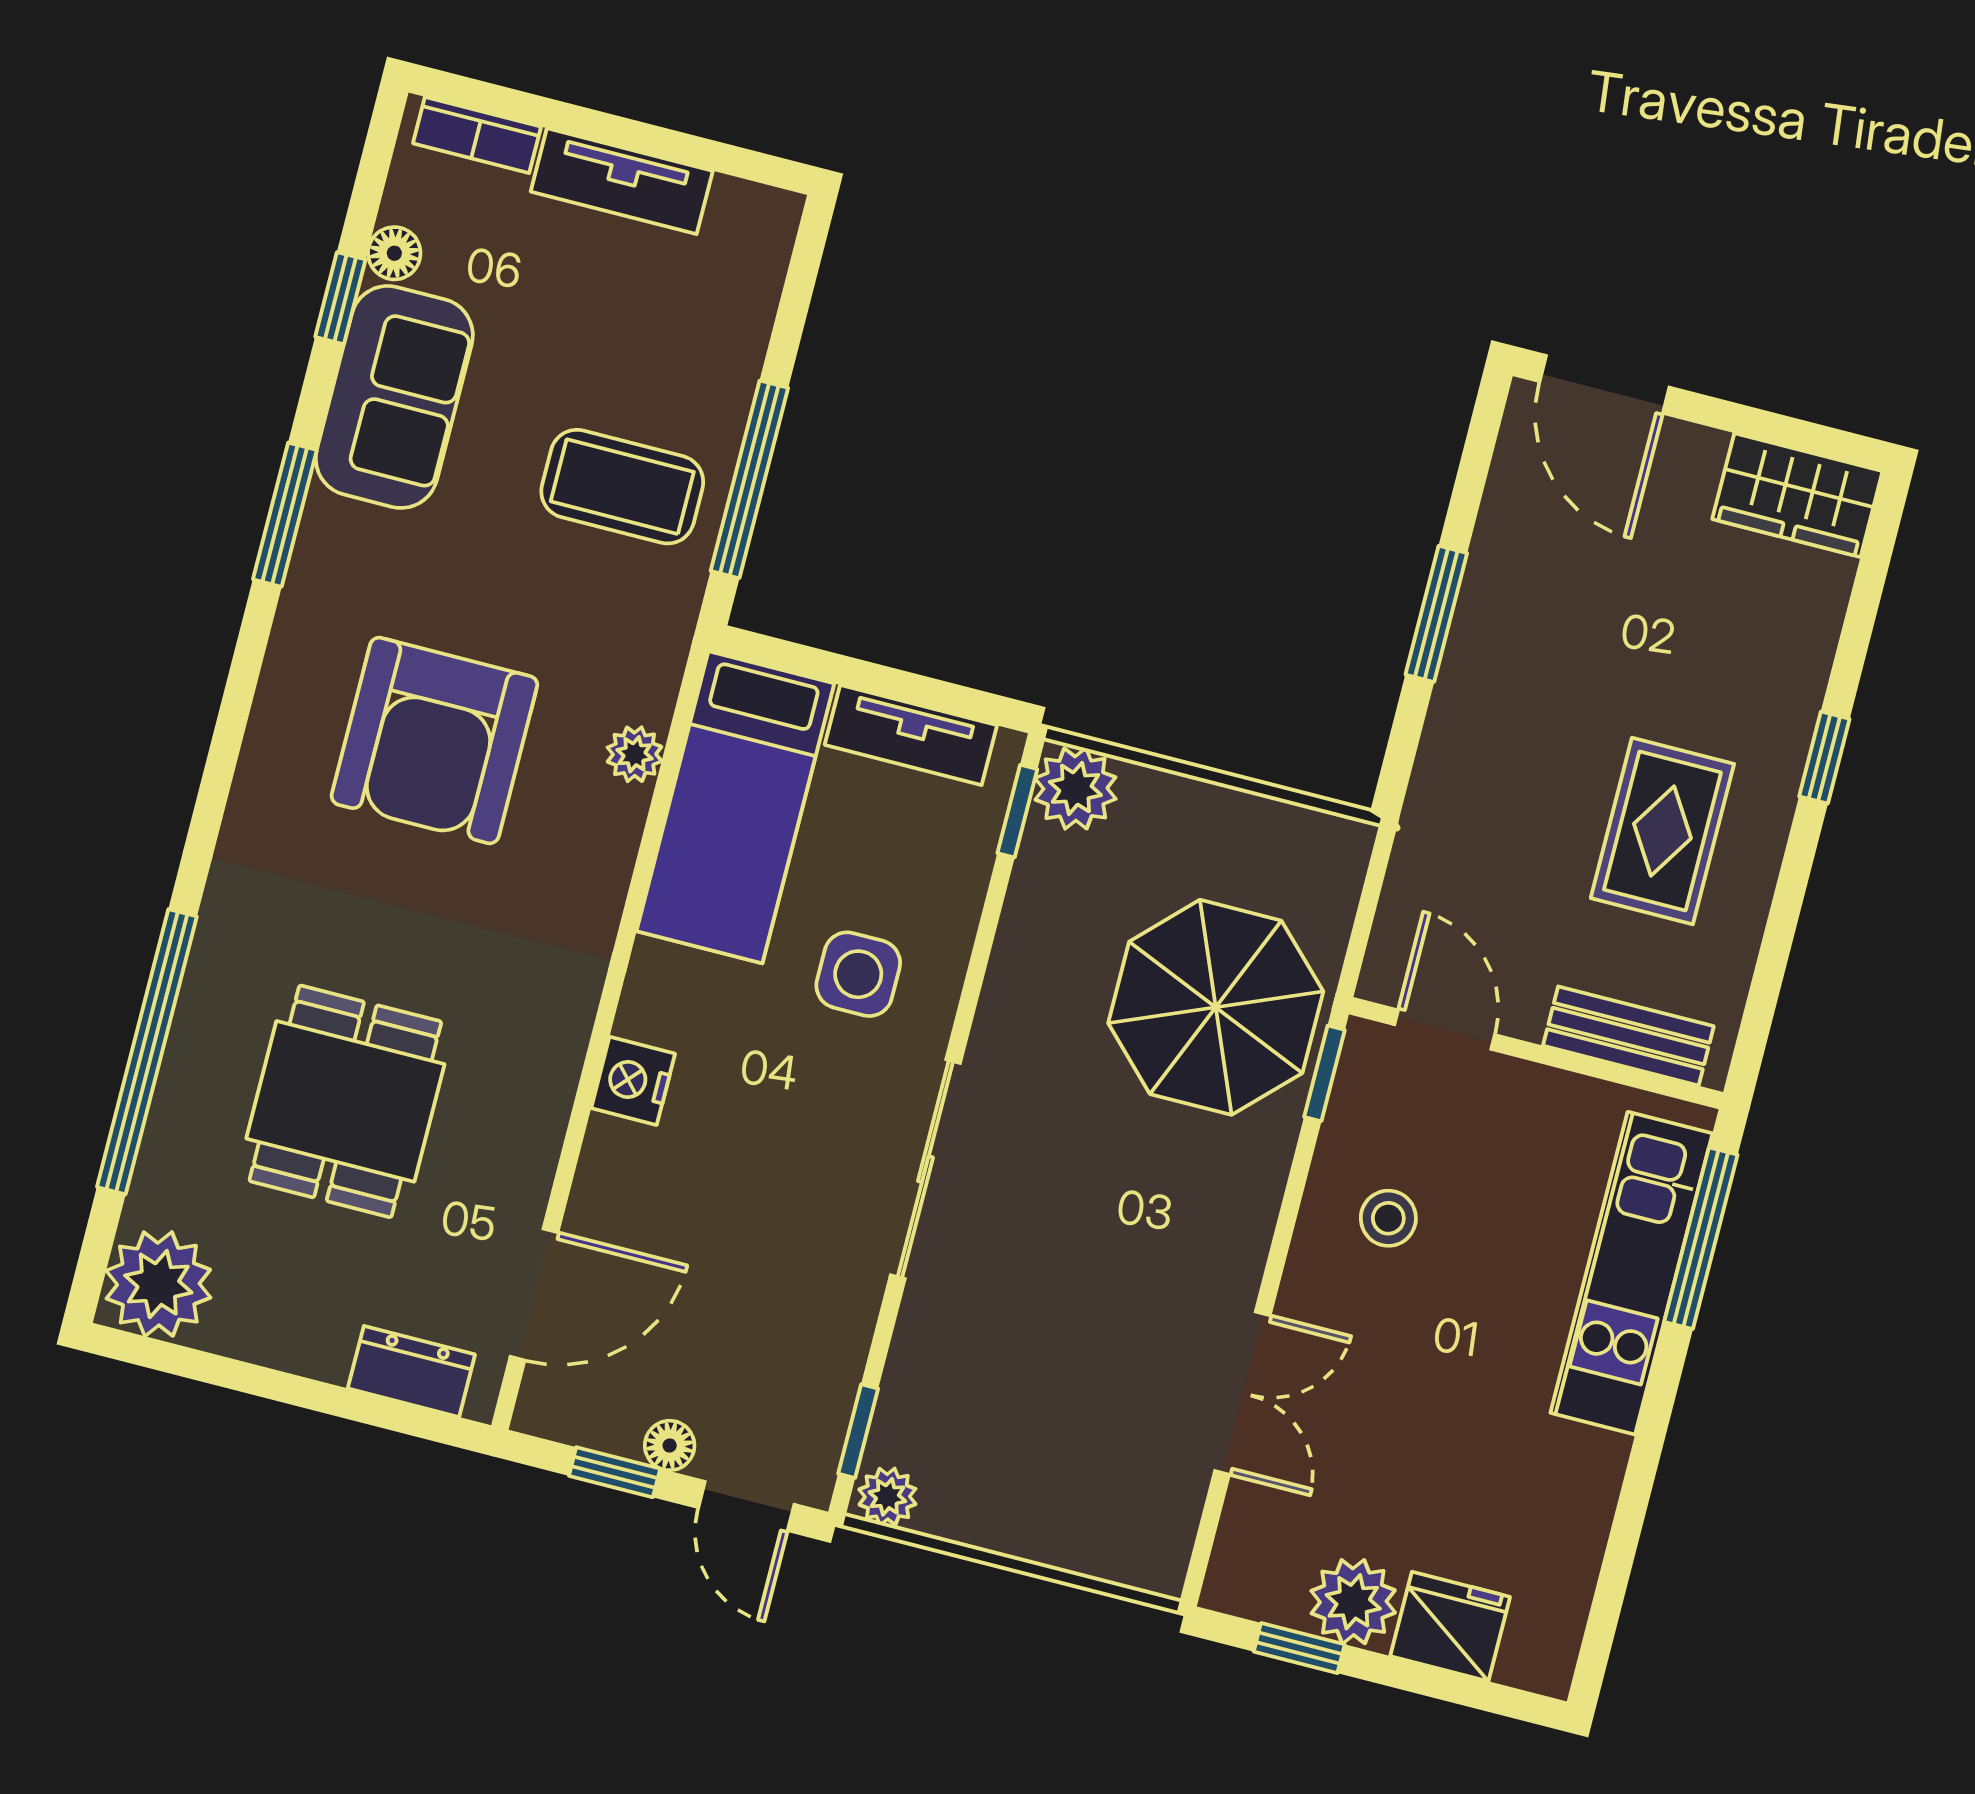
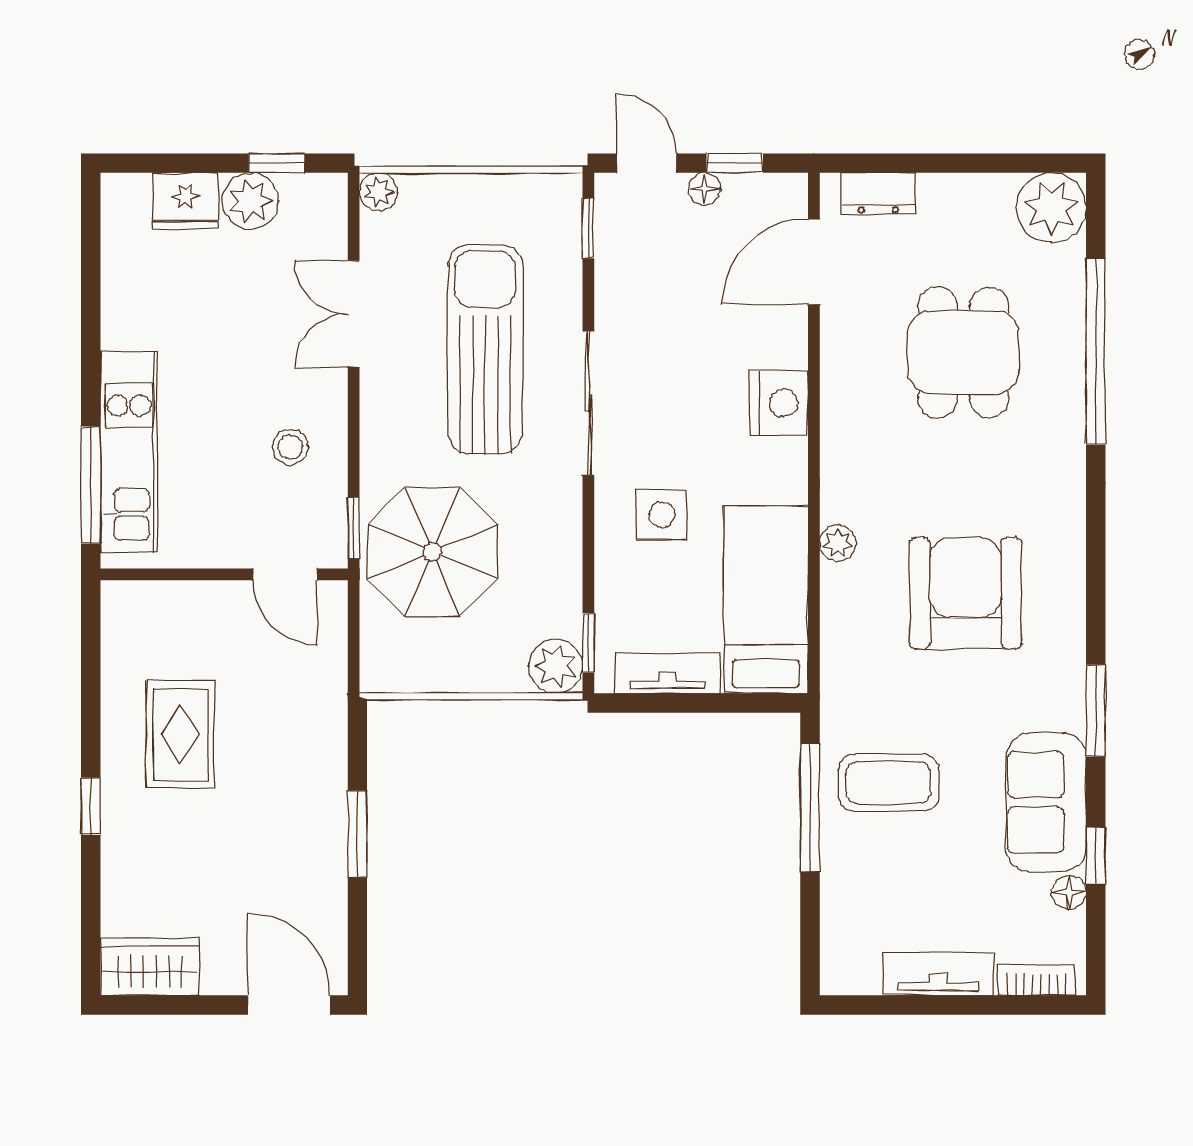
plant: (635, 754) -> (838, 543), moved
bench: (1628, 1036) -> (169, 600), removed
nightstand: (633, 1081) -> (779, 403), width x1.36, depth x1.33
sun lounger: (1059, 1290) -> (485, 349), added
plant: (887, 1497) -> (378, 192), moved

